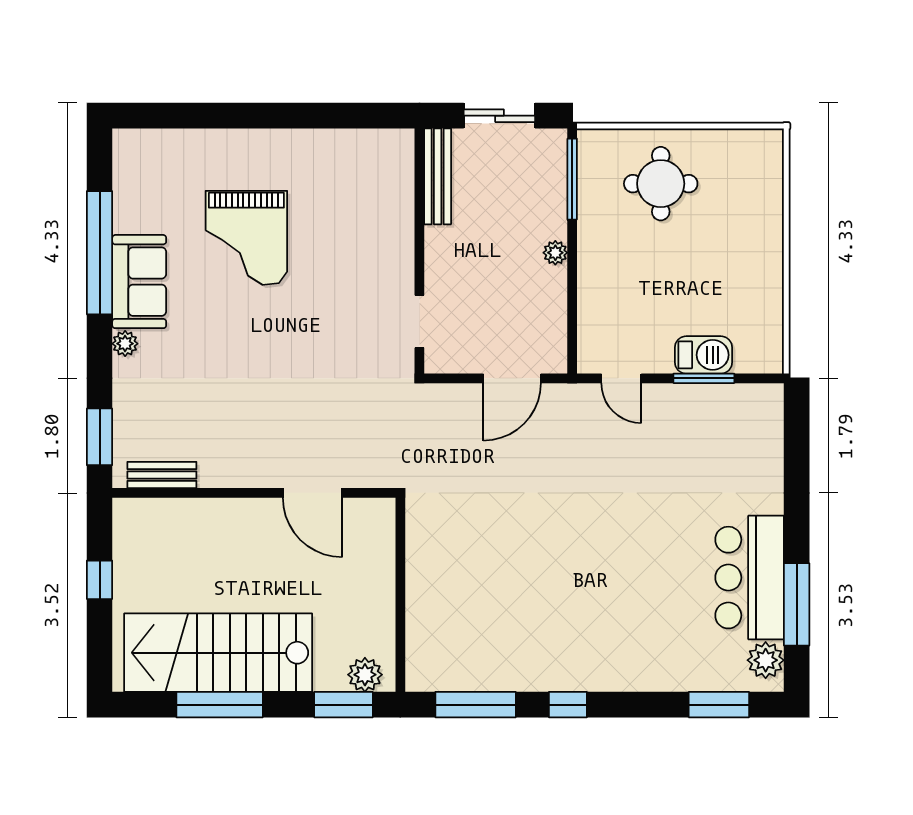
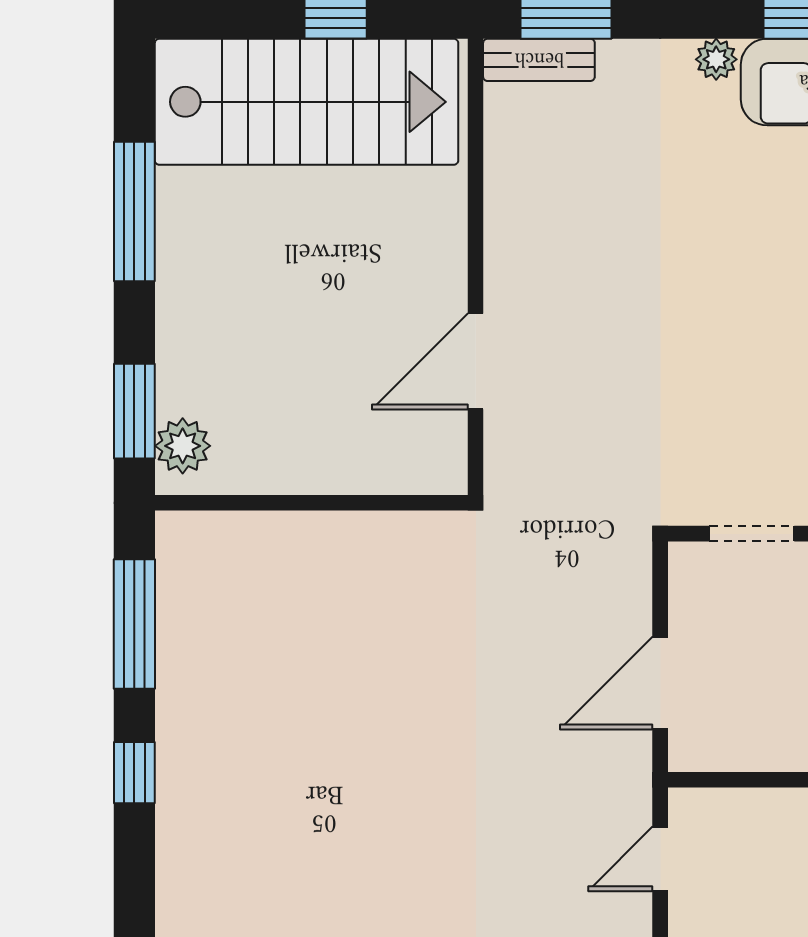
door: (512, 378) -> (660, 683), hinge flipped
bench: (162, 475) -> (539, 60), moved, turned 90
stairs: (218, 653) -> (307, 102), moved, turned 90

